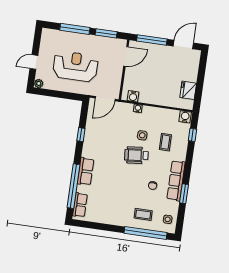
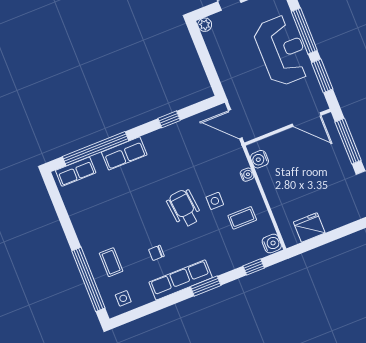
reception desk: (75, 66) -> (282, 51), moved
coffee table: (165, 142) -> (242, 218), moved
window: (184, 194) -> (206, 286), moved

